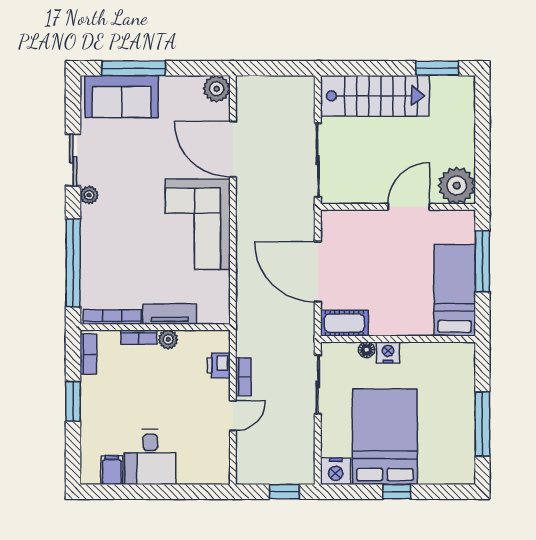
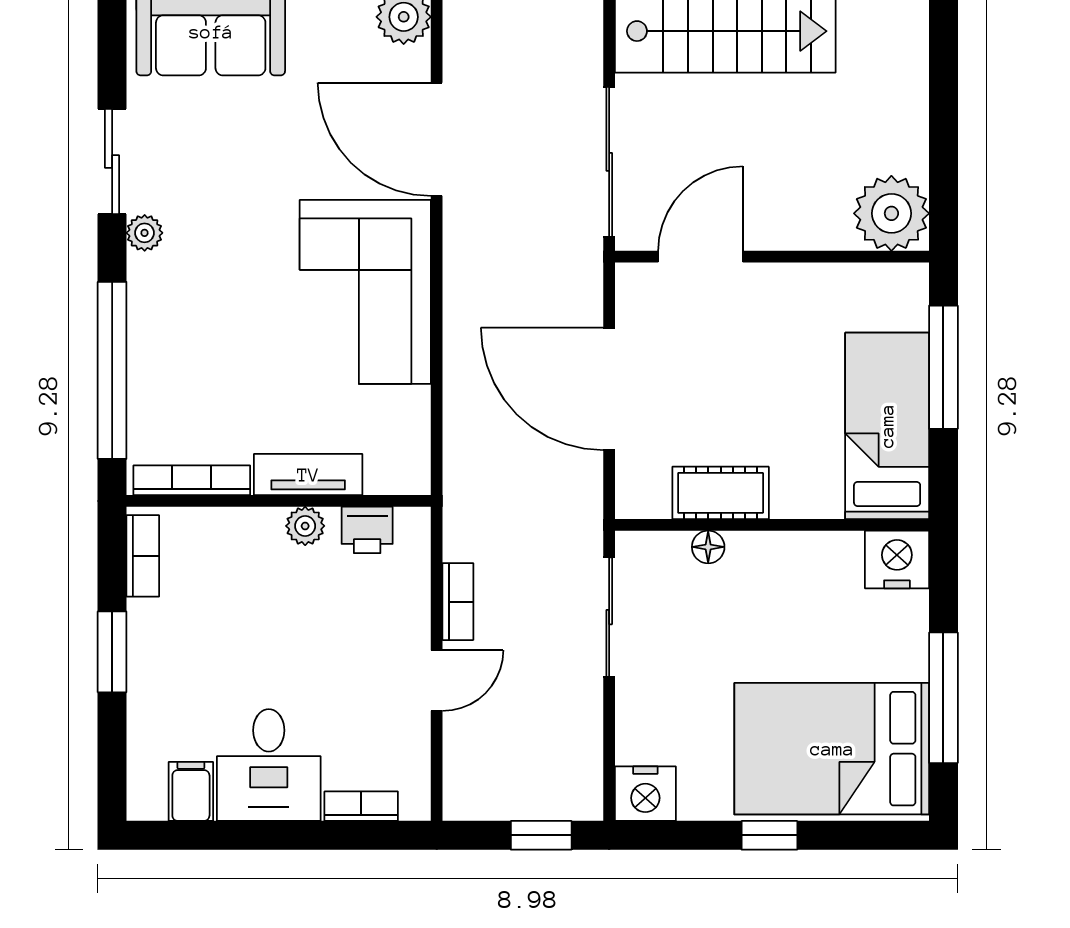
door: (409, 207) -> (701, 257), moved
cot: (344, 323) -> (721, 493), moved
bookcase: (139, 337) -> (361, 806), moved, turned 180
nightstand: (388, 352) -> (897, 560), moved, width x1.36, depth x1.33
printer: (219, 365) -> (367, 530), moved, turned -90
bed: (385, 437) -> (832, 749), moved, turned -90

